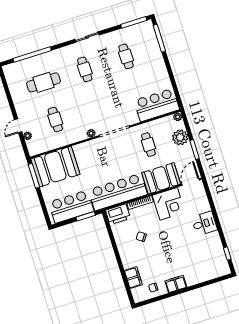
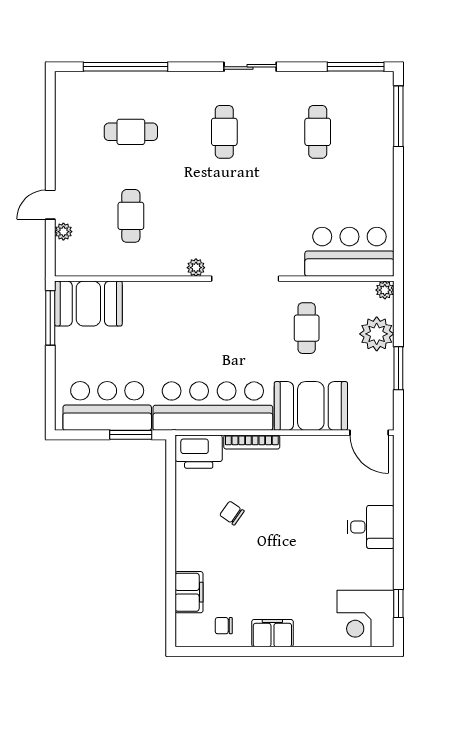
cafe table: (44, 82) -> (131, 132), width x0.73, depth x0.74
booth: (55, 167) -> (88, 304), width x0.73, depth x0.70
door: (191, 182) -> (369, 433), swing flipped
corner desk: (169, 204) -> (365, 618), moved, turned 90

